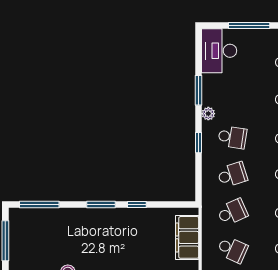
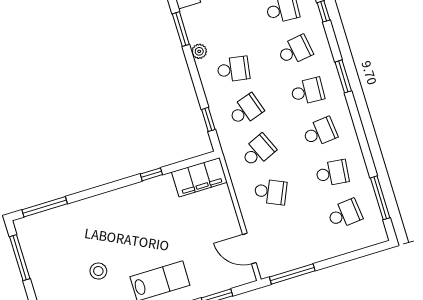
window: (199, 143) -> (208, 119), moved
window: (101, 205) -> (112, 186), removed
filing cabinet: (187, 237) -> (199, 177), moved, turned -90

